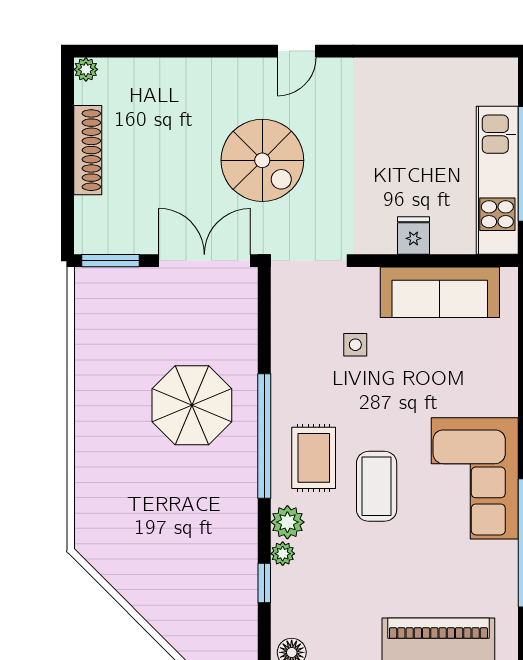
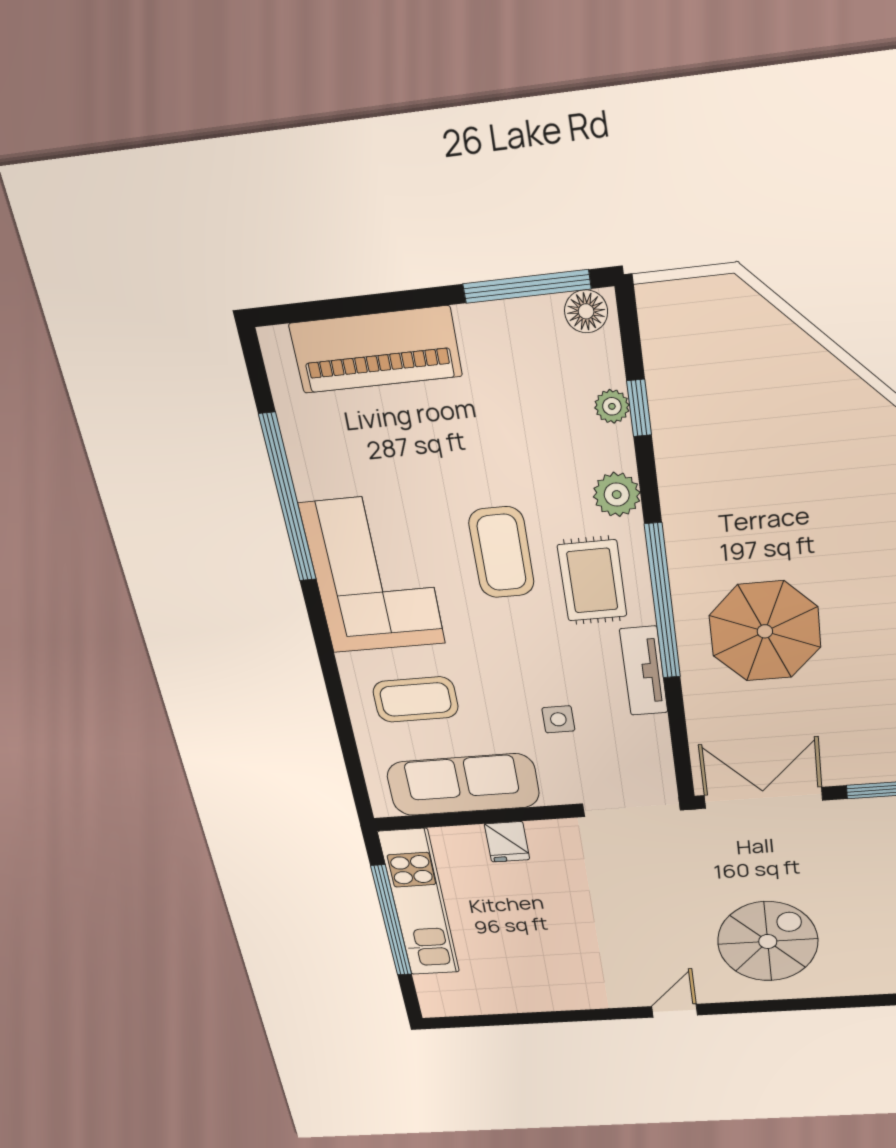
spiral stairs: (262, 160) -> (768, 941), moved, turned 90
double door: (204, 261) -> (763, 798), swing flipped
coffee table: (463, 372) -> (416, 699), added
tv unit: (285, 380) -> (644, 671), added
plant: (283, 554) -> (612, 406), moved

